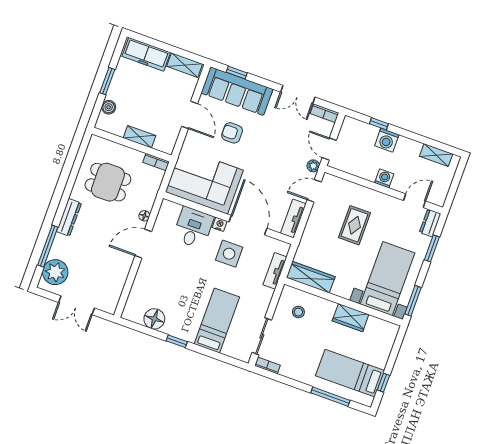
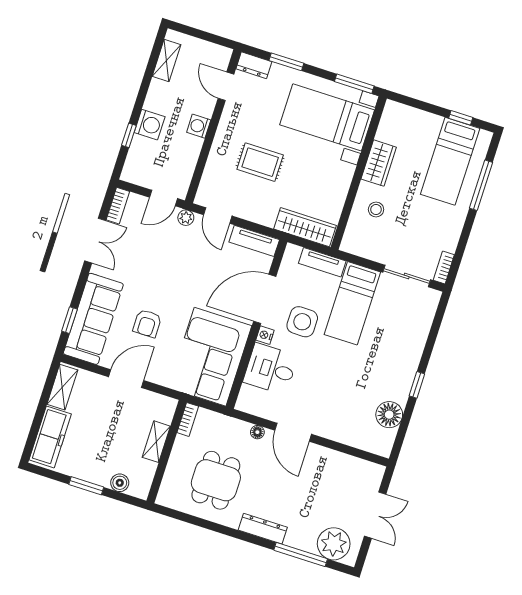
wardrobe: (311, 277) -> (305, 227), moved, turned 90
stool: (298, 312) -> (376, 209), moved
bed: (217, 321) -> (352, 303), moved, turned -90

